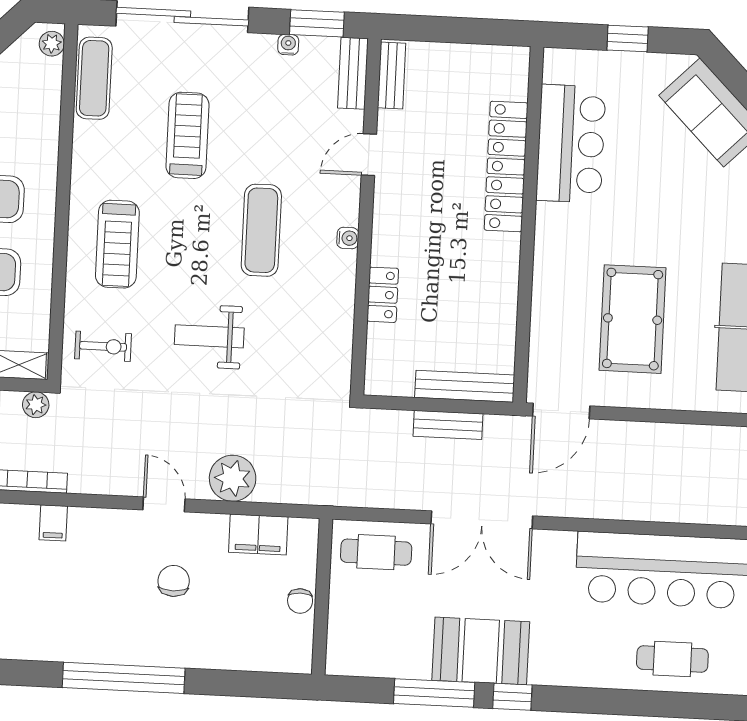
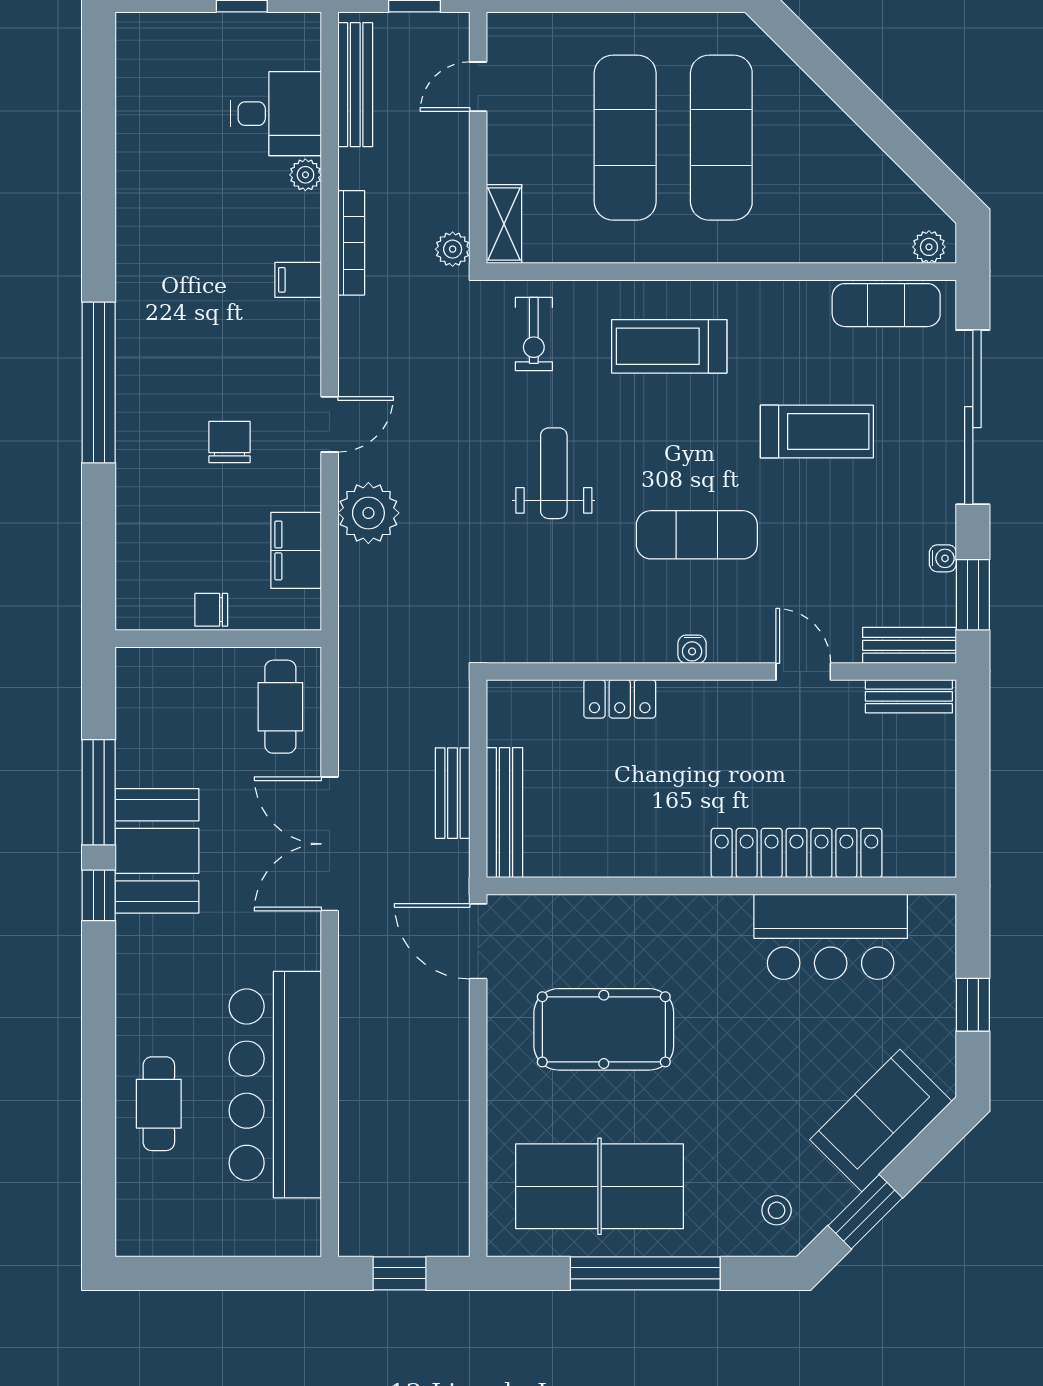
chair: (174, 581) -> (229, 442), turned -90

